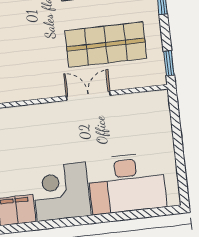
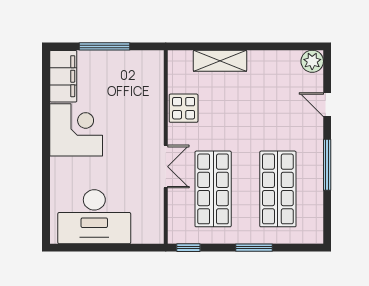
display table: (27, 84) -> (184, 108), added
desk: (127, 183) -> (94, 217), moved, turned -90

